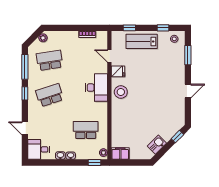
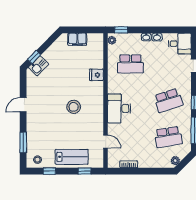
fridge: (118, 71) -> (96, 75), moved
stool: (121, 92) -> (74, 107), moved
kitchen sink: (157, 145) -> (39, 66), moved
filing cabinet: (120, 154) -> (77, 39), moved

